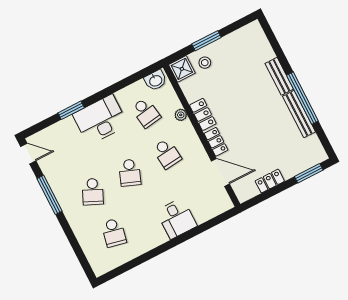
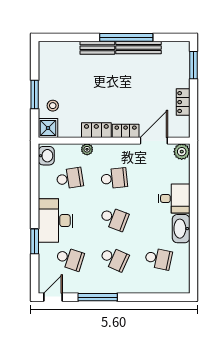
school desk: (72, 151) -> (70, 259), added
plant: (223, 203) -> (182, 152), added
washbasin: (152, 239) -> (181, 229), added

